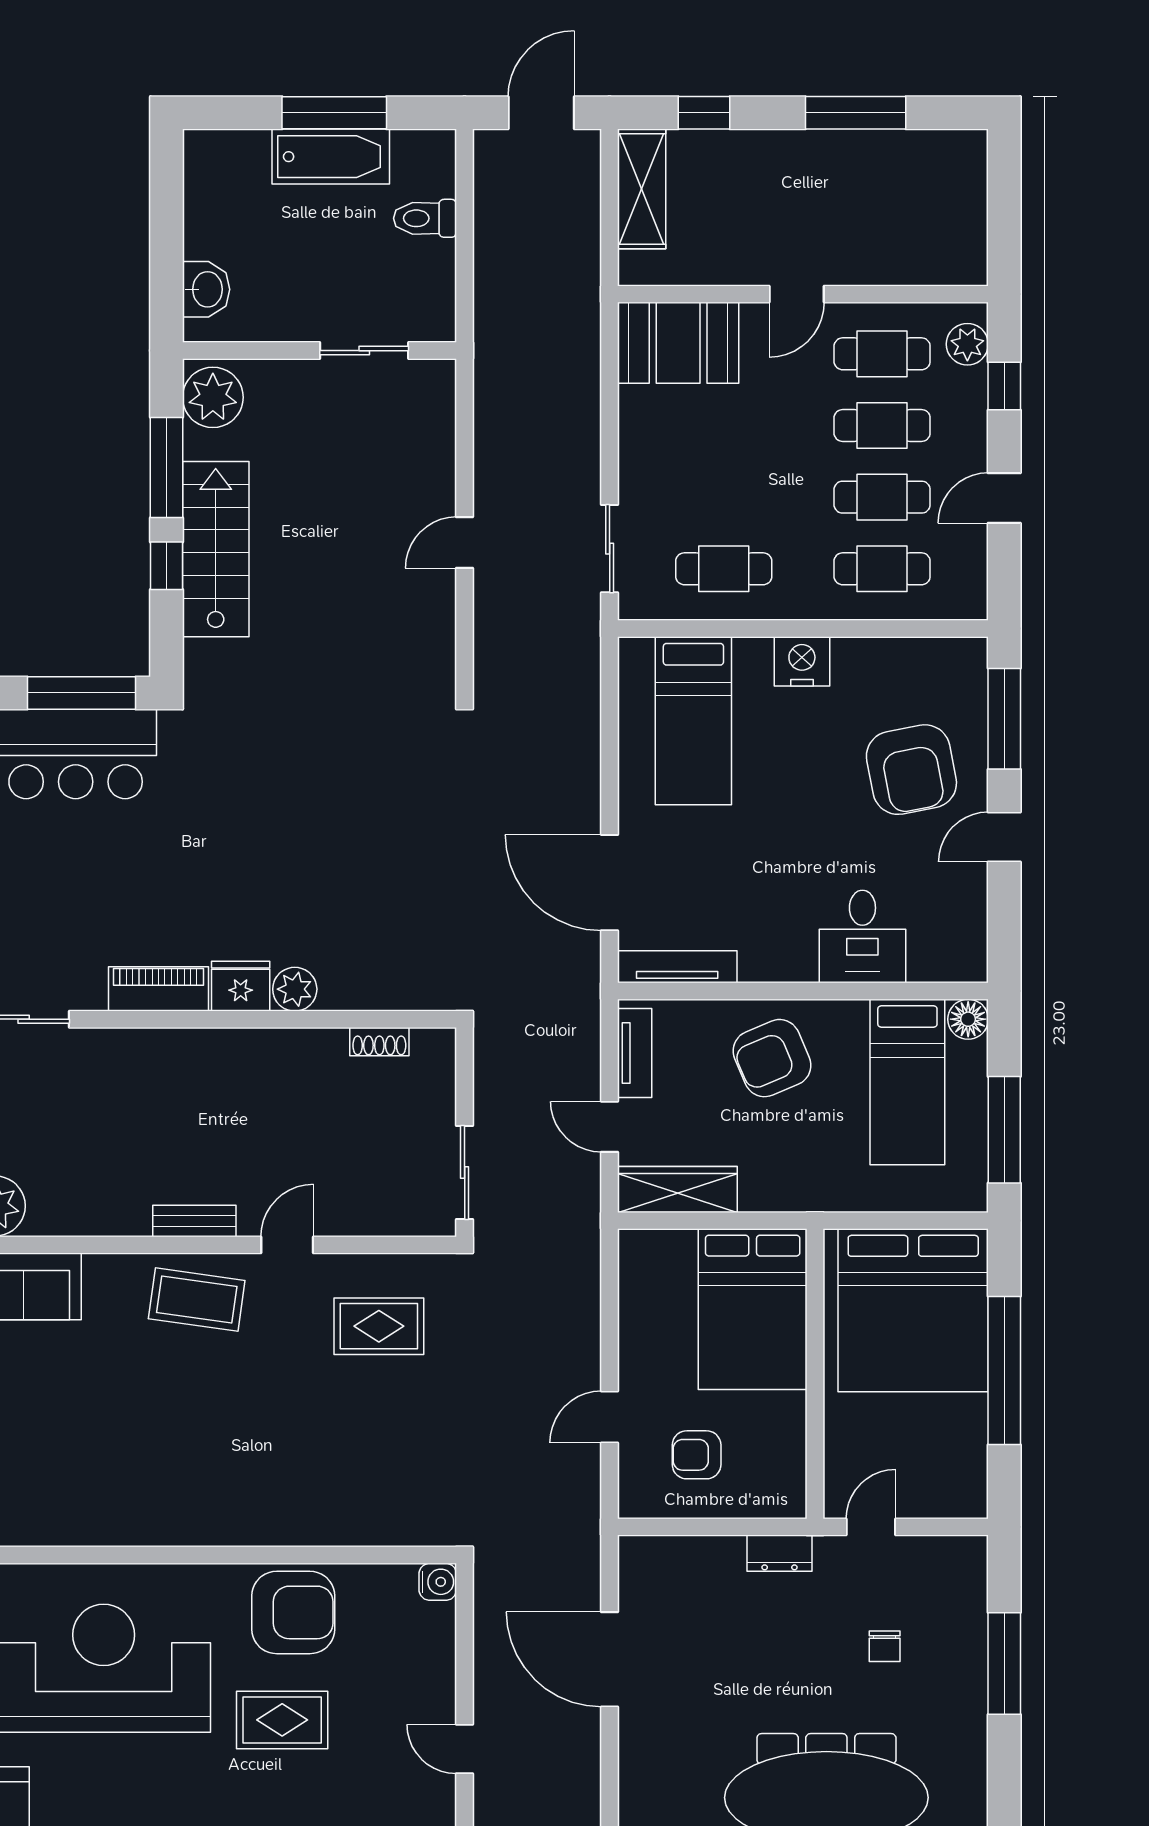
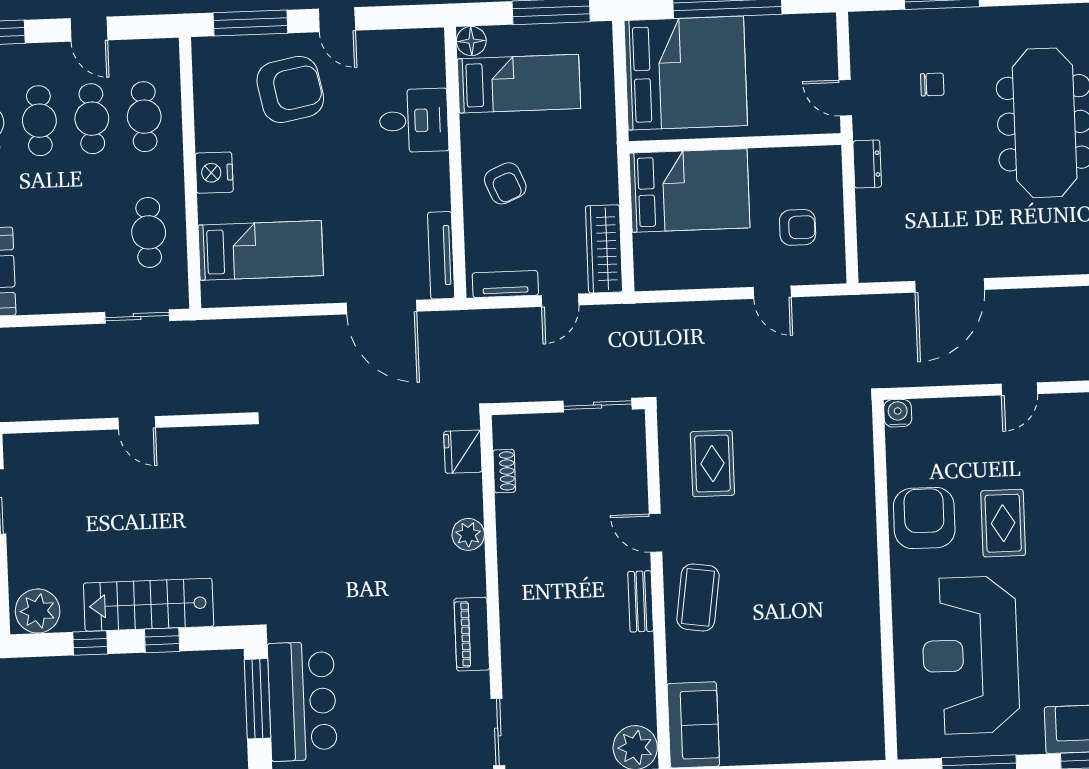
window: (166, 467) -> (90, 643), width x0.46
door: (610, 883) -> (381, 307), hinge flipped
fridge: (241, 986) -> (463, 452), moved
armchair: (772, 1058) -> (505, 183), width x0.72, depth x0.72
armchair: (697, 1455) -> (798, 227), turned -90

